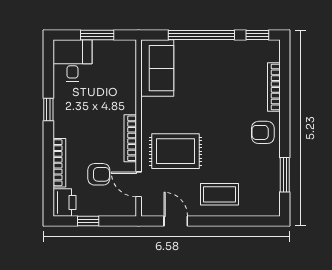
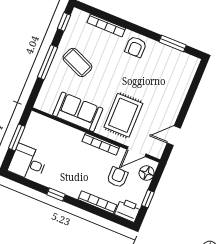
window: (201, 35) -> (47, 62), width x0.68
sofa: (157, 68) -> (78, 112), moved
coffee table: (219, 194) -> (77, 62), moved, turned -67
floor lamp: (118, 207) -> (147, 173), added

